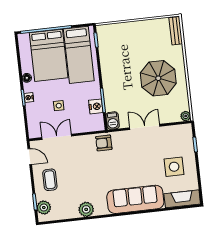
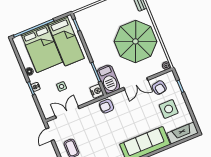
parasol: (158, 78) -> (135, 41), width x1.36, depth x1.36
nightstand: (96, 106) -> (97, 91), moved
barbecue: (113, 121) -> (108, 79), width x1.88, depth x1.53
double door: (145, 127) -> (136, 84), swing flipped
armchair: (170, 139) -> (159, 88), added
door: (30, 157) -> (50, 134), swing flipped

